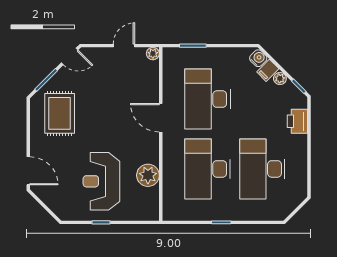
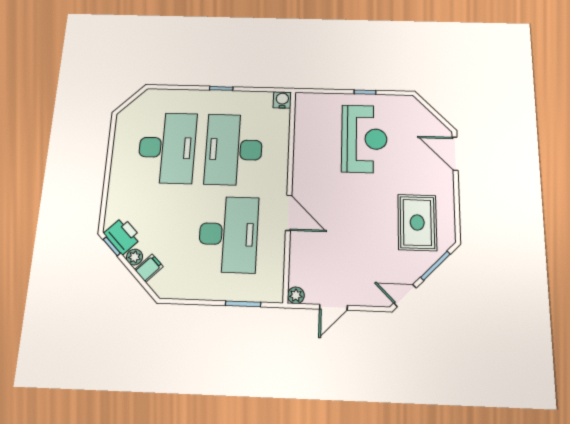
water cooler: (258, 58) -> (282, 100), moved, turned 135
printer: (297, 121) -> (123, 236), moved, turned -45
desk: (207, 169) -> (234, 150), turned 180
plant: (148, 175) -> (307, 144), removed

